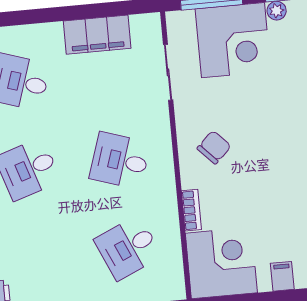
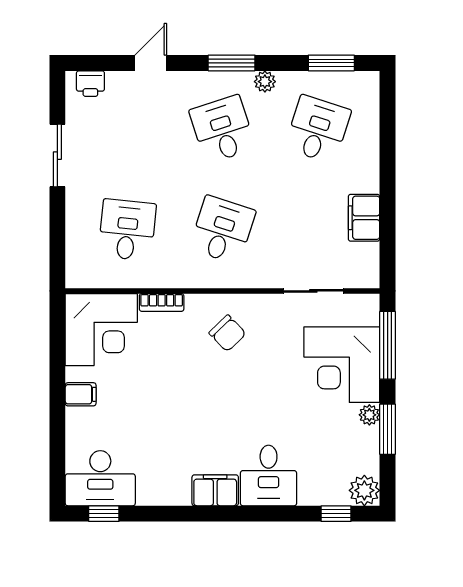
filing cabinet: (97, 35) -> (364, 218), width x0.67, depth x0.86
desk: (128, 248) -> (127, 230), turned 30

